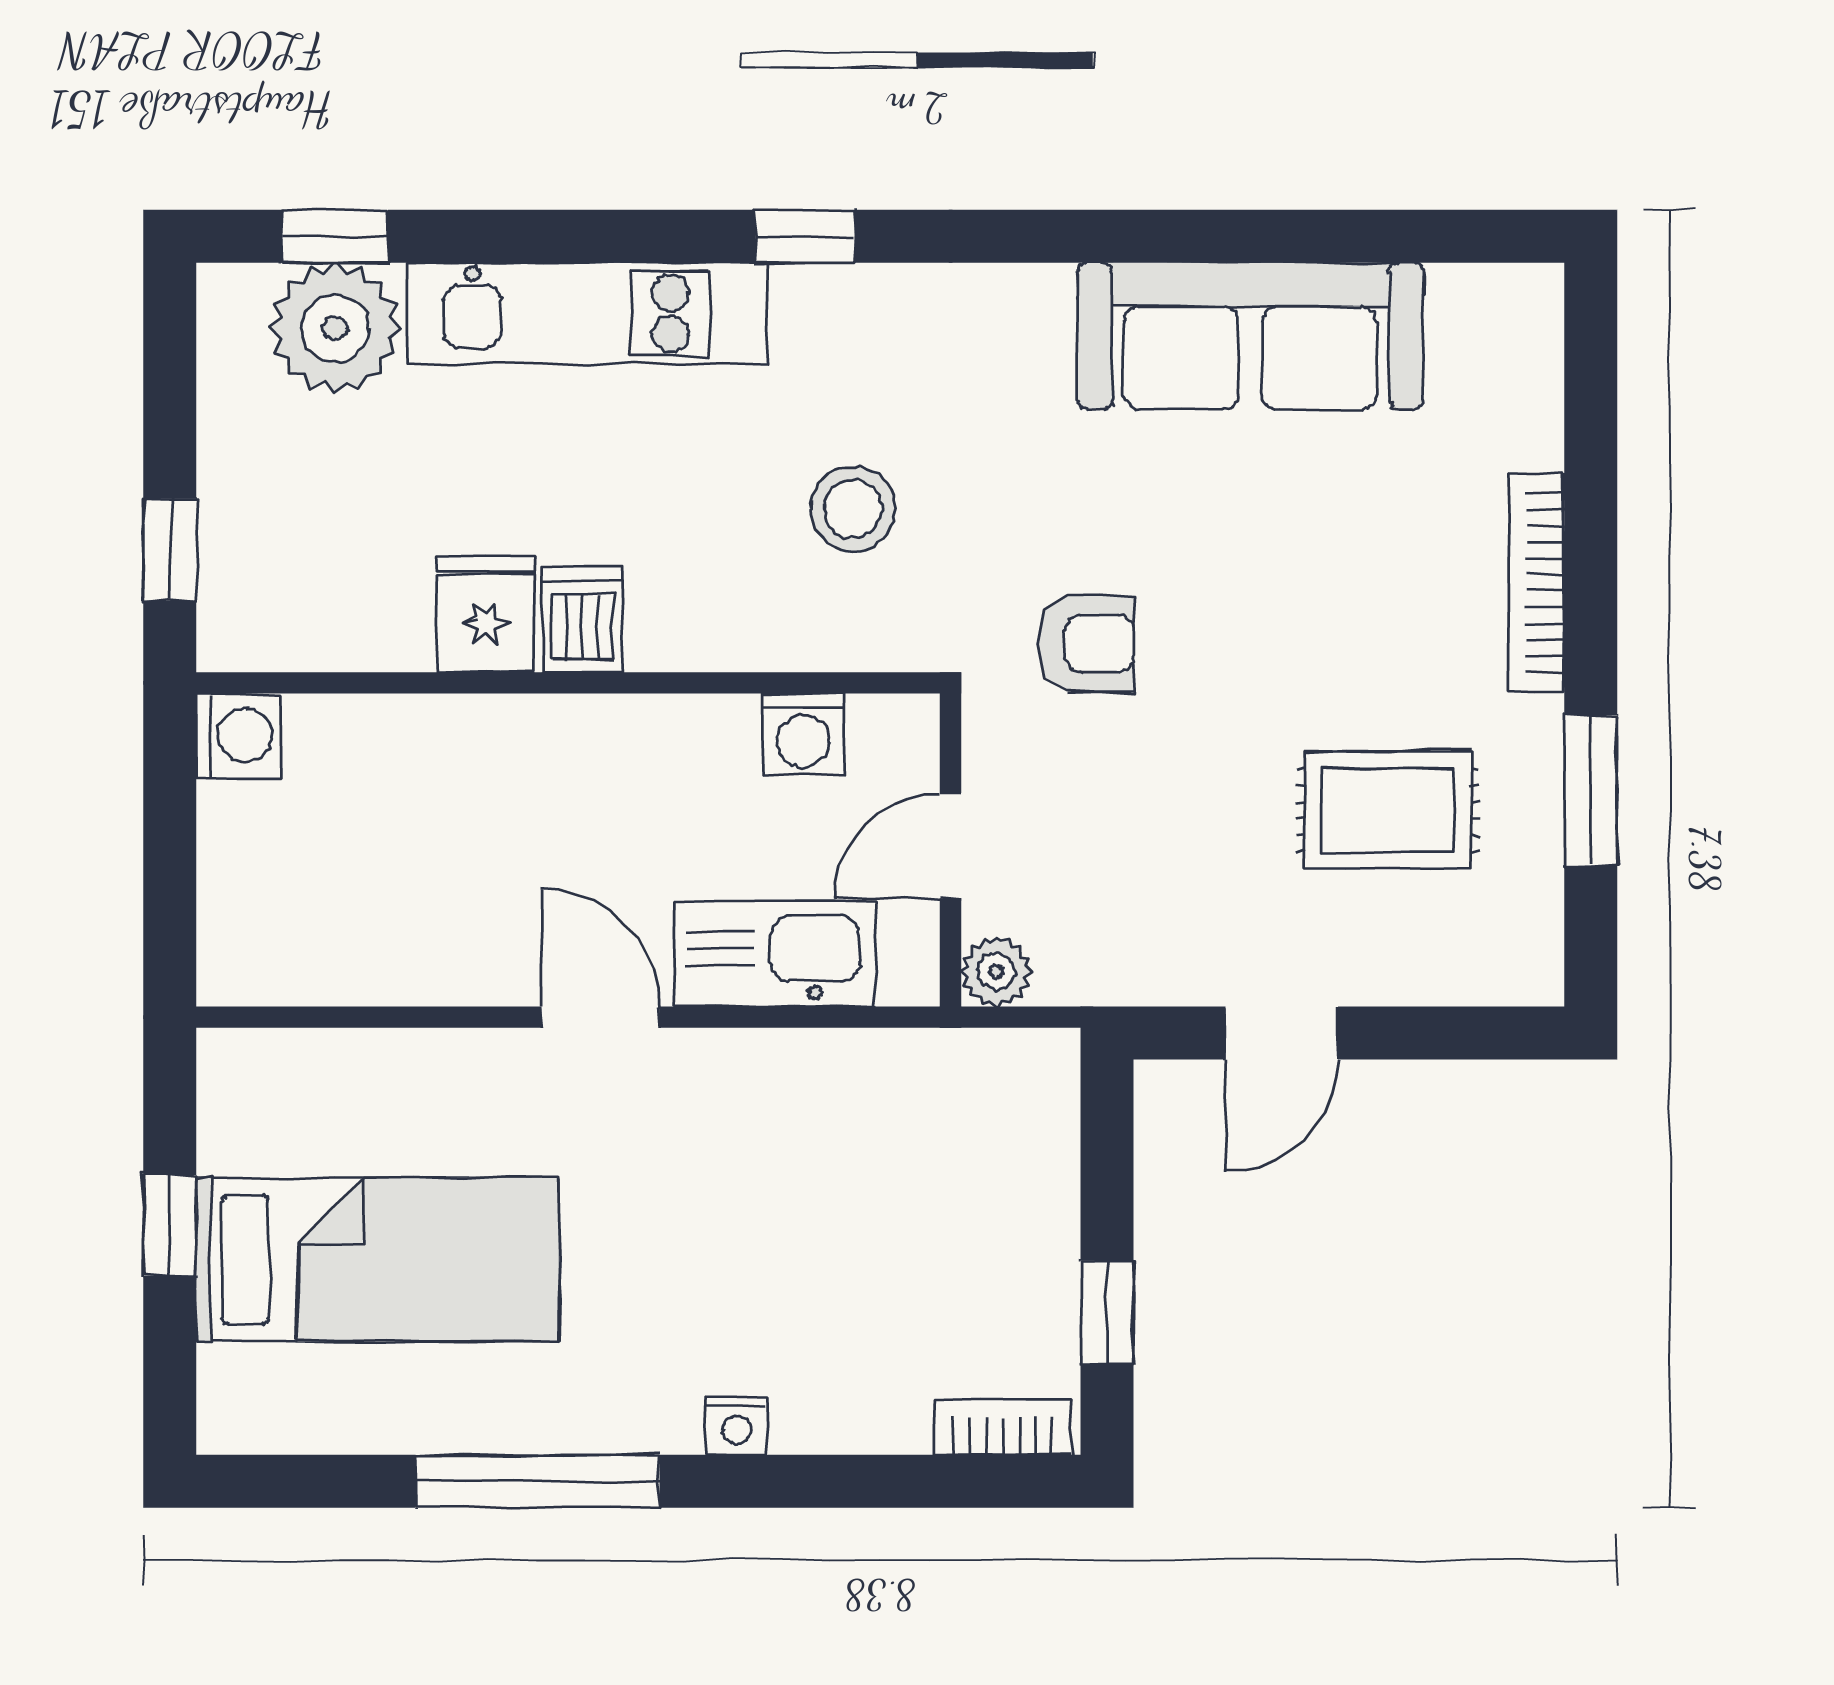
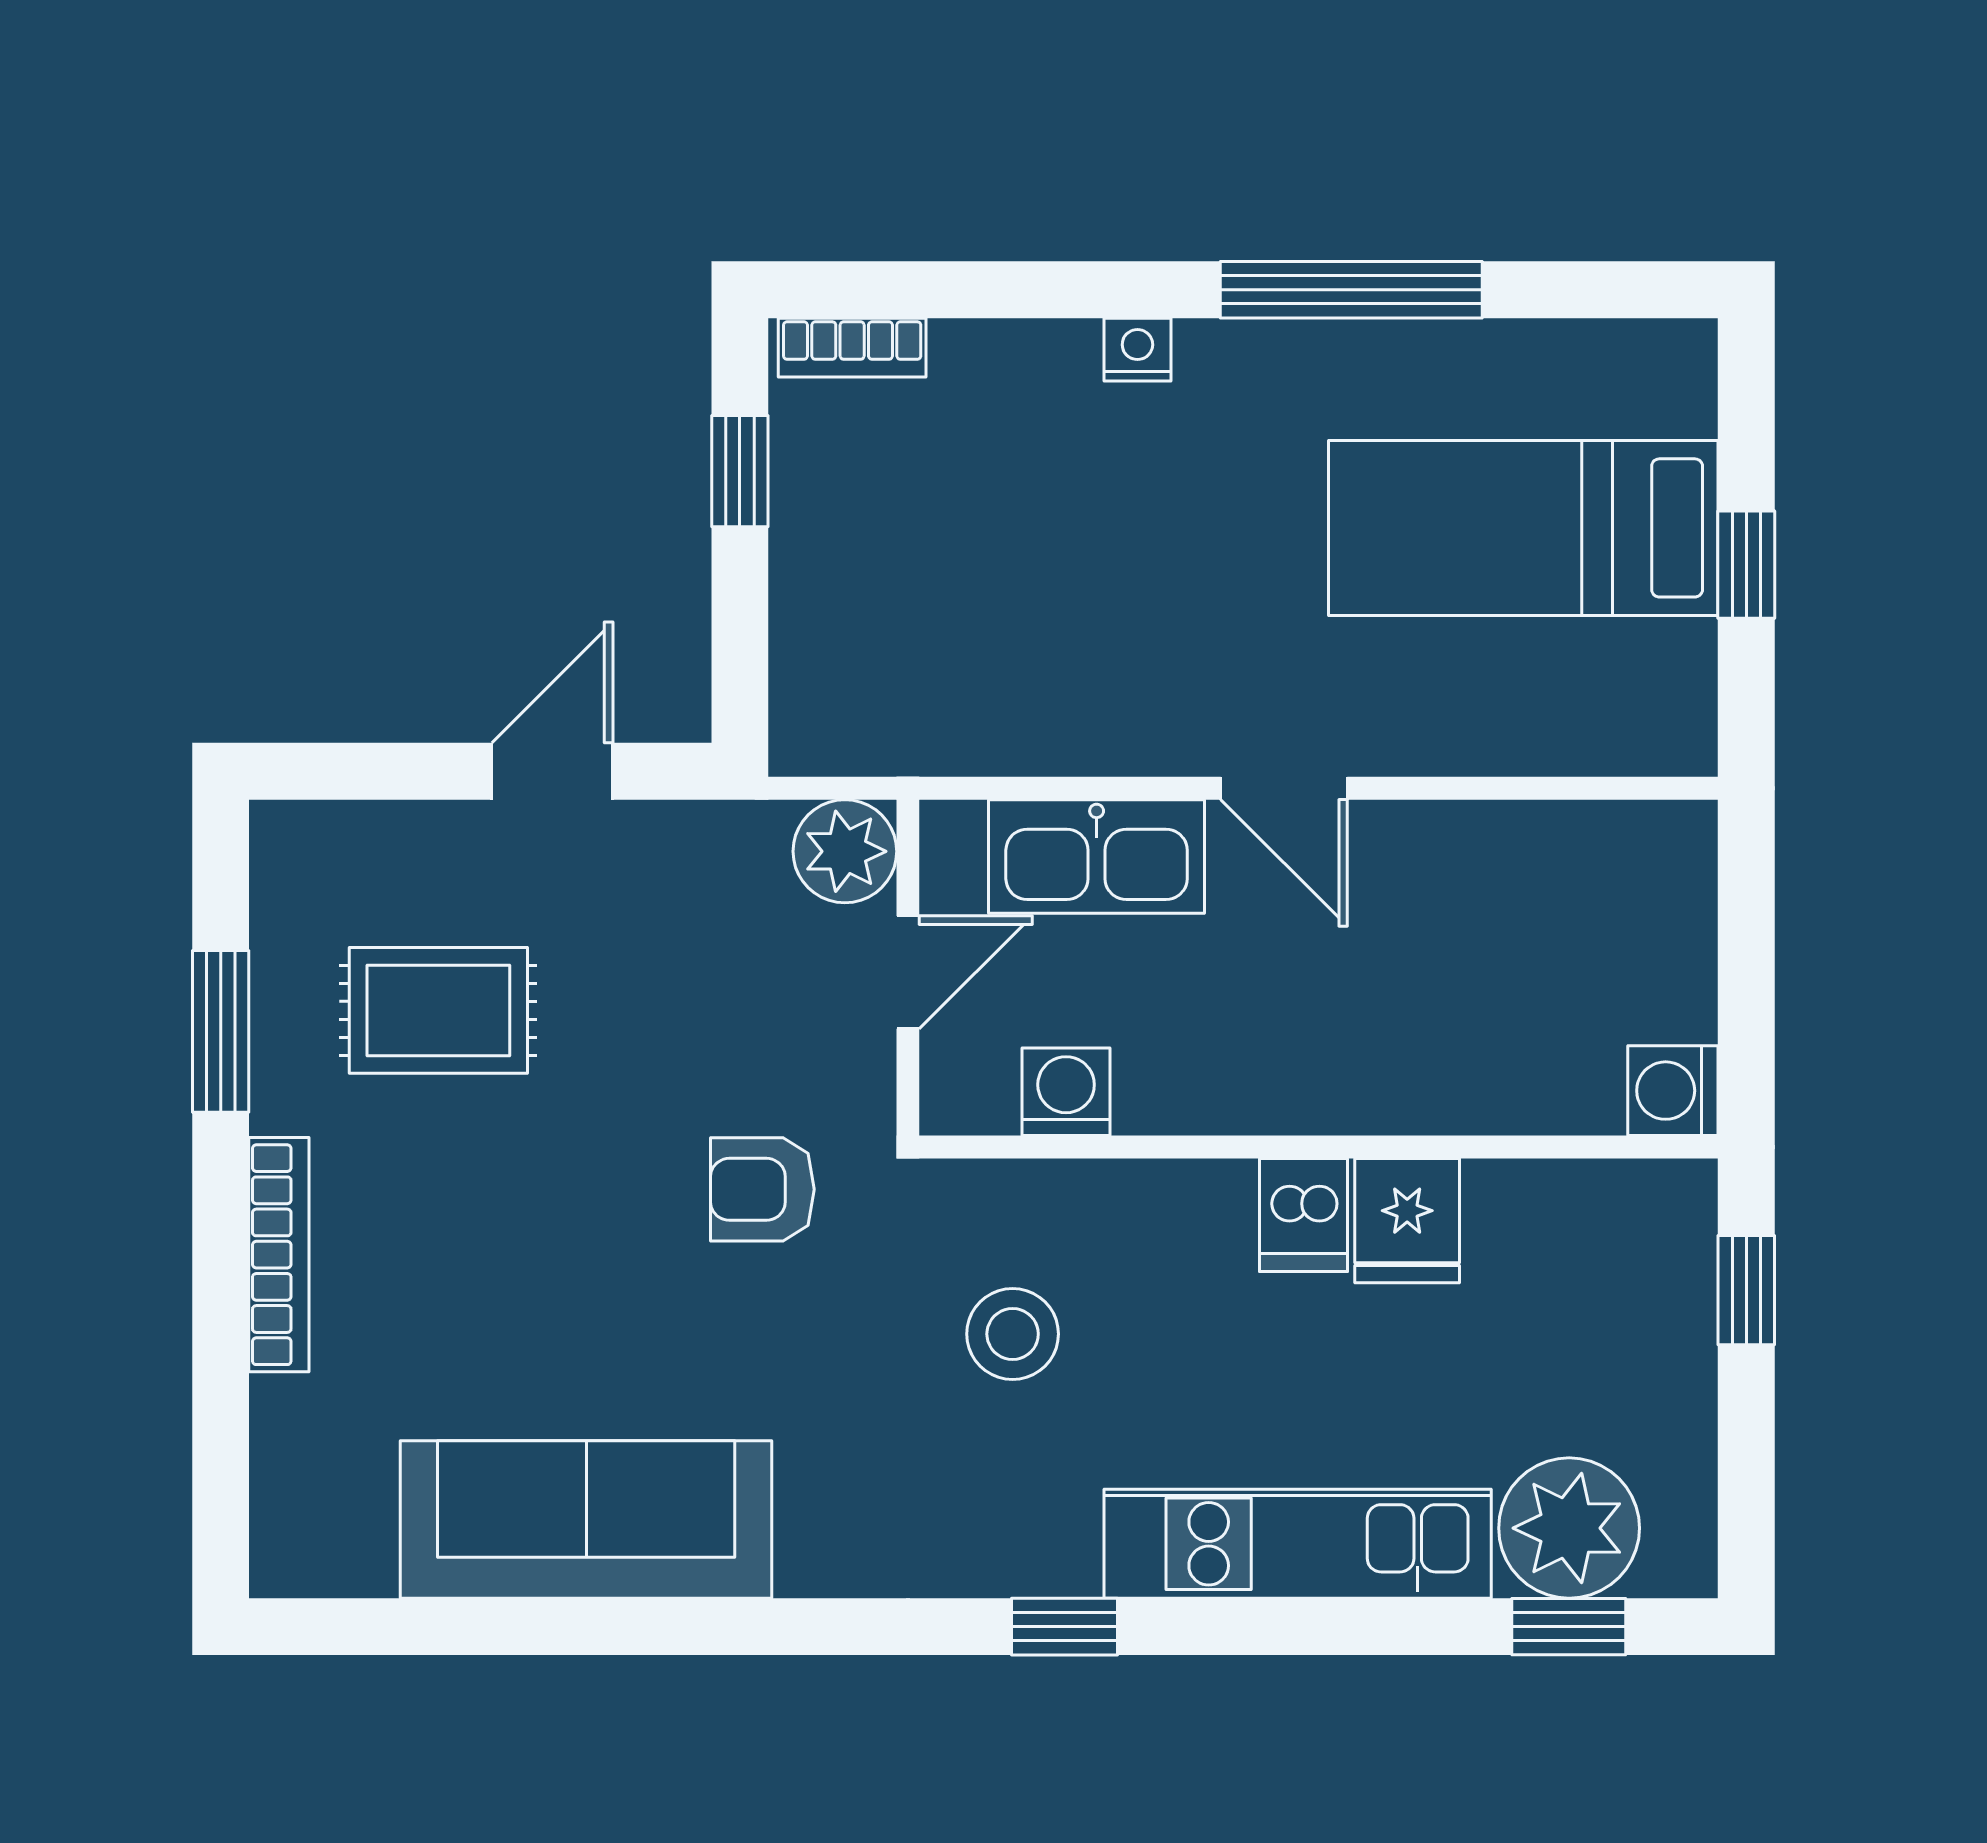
plant: (996, 971) -> (845, 851), width x1.38, depth x1.38

